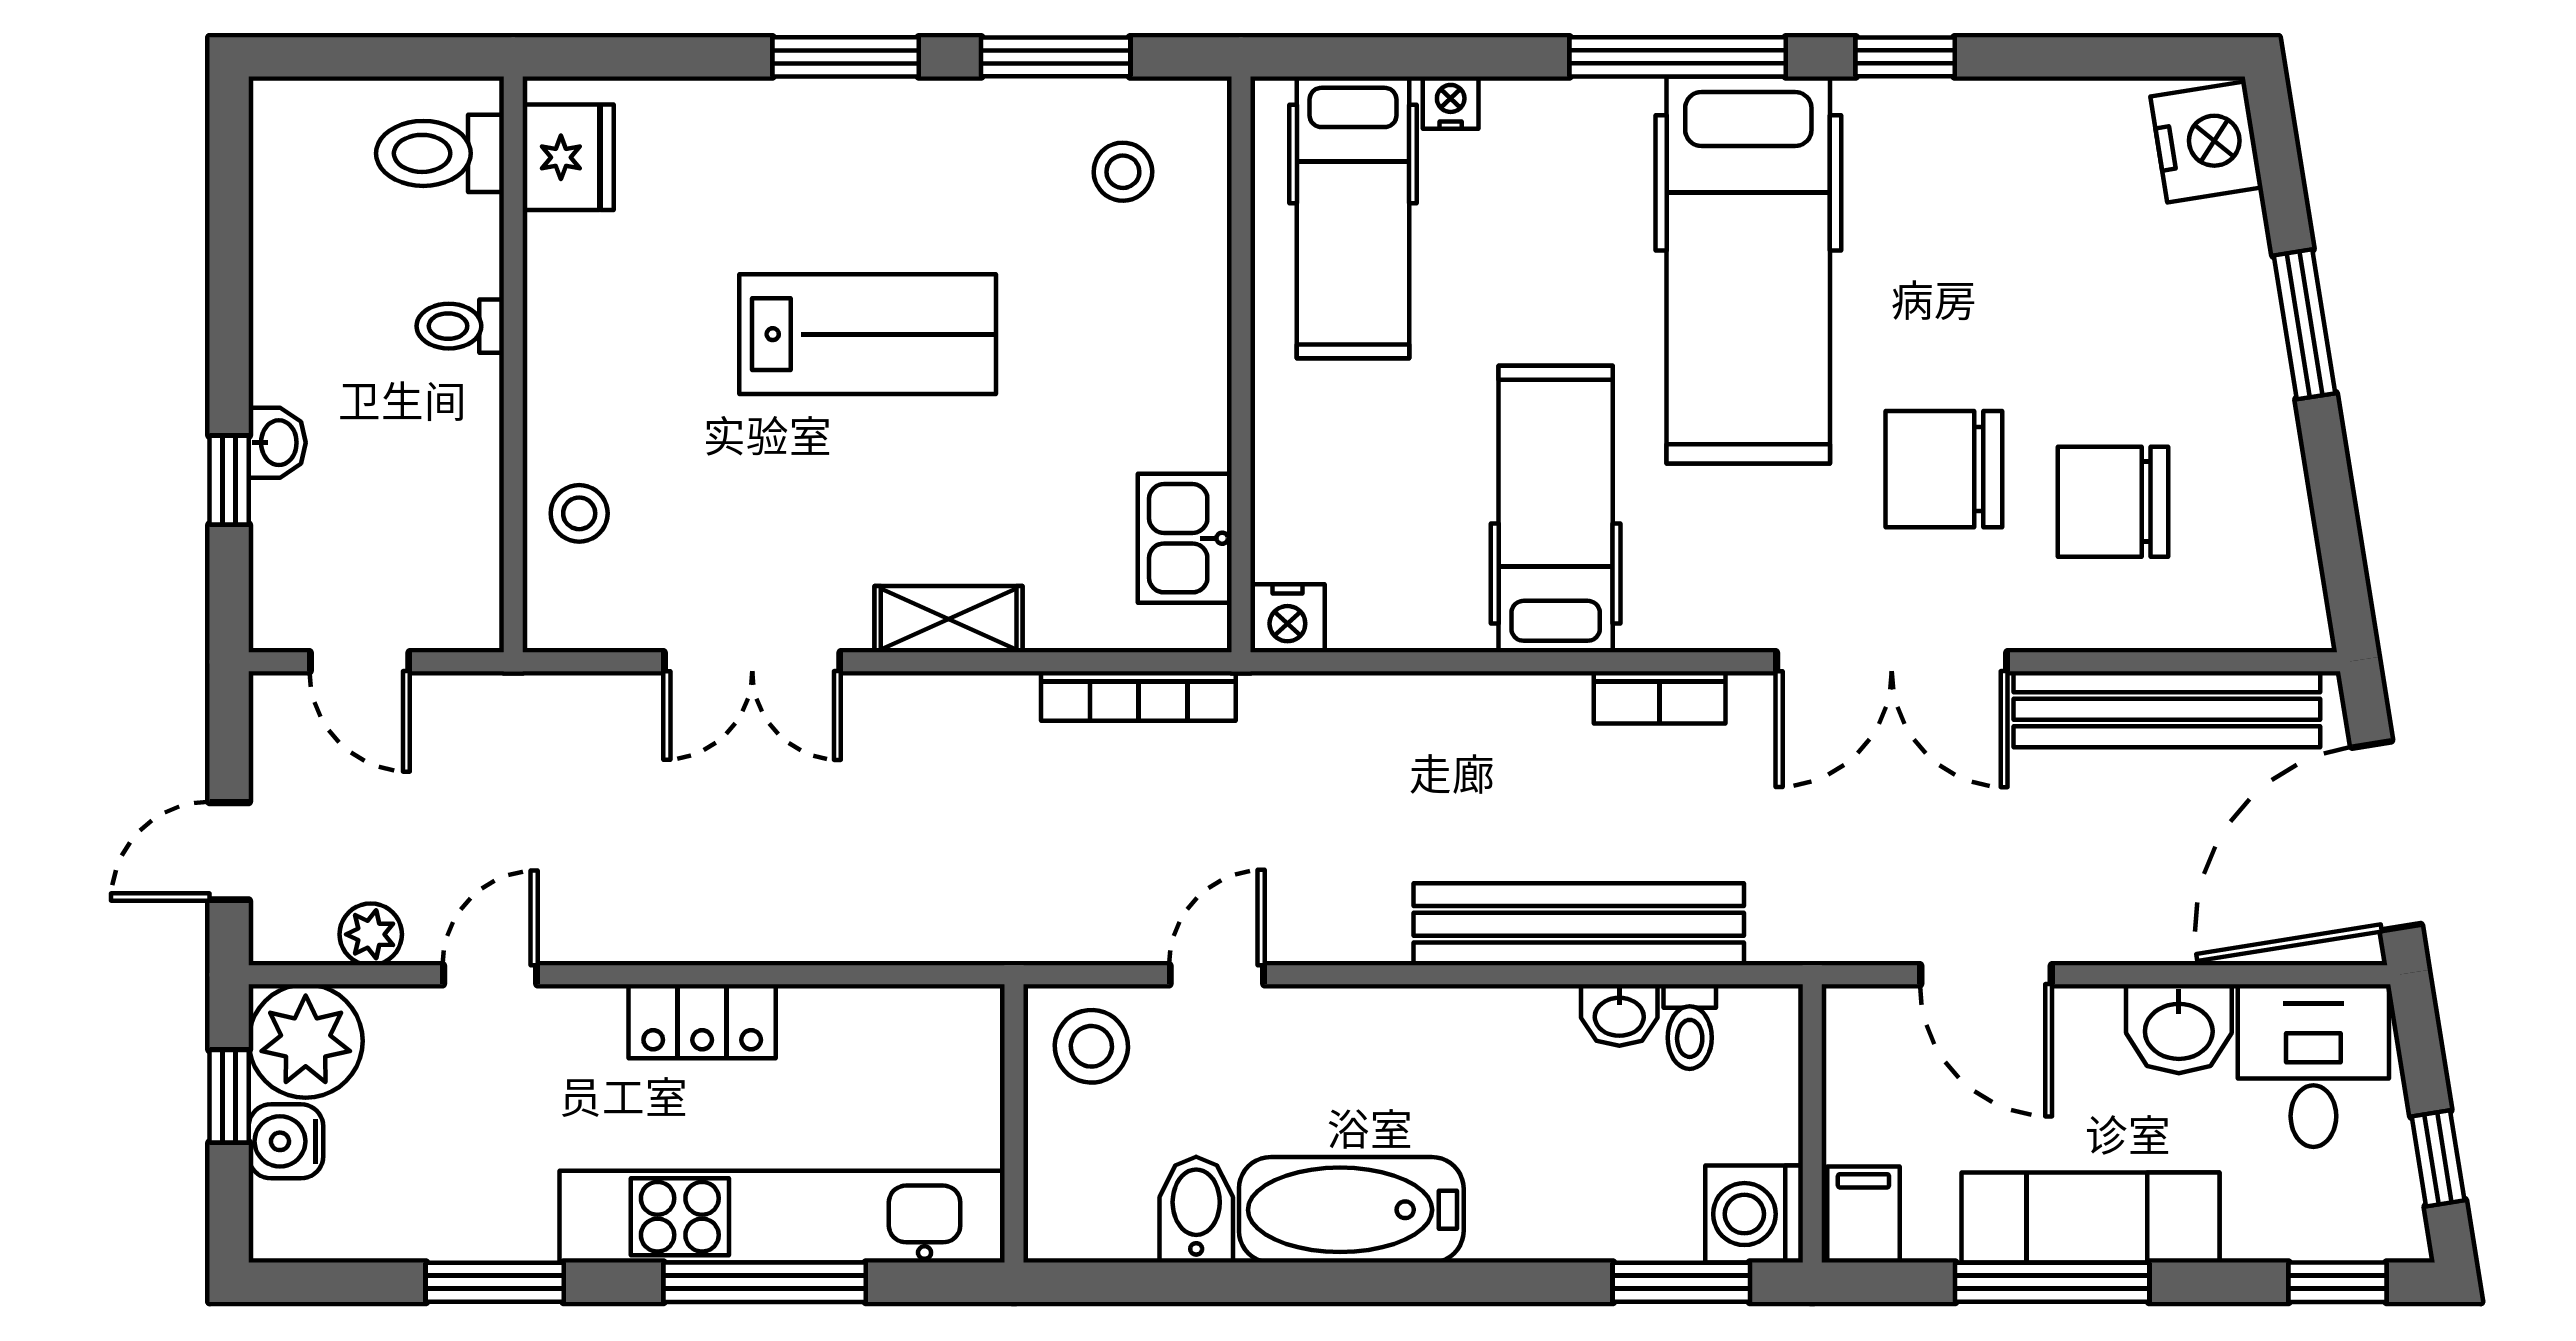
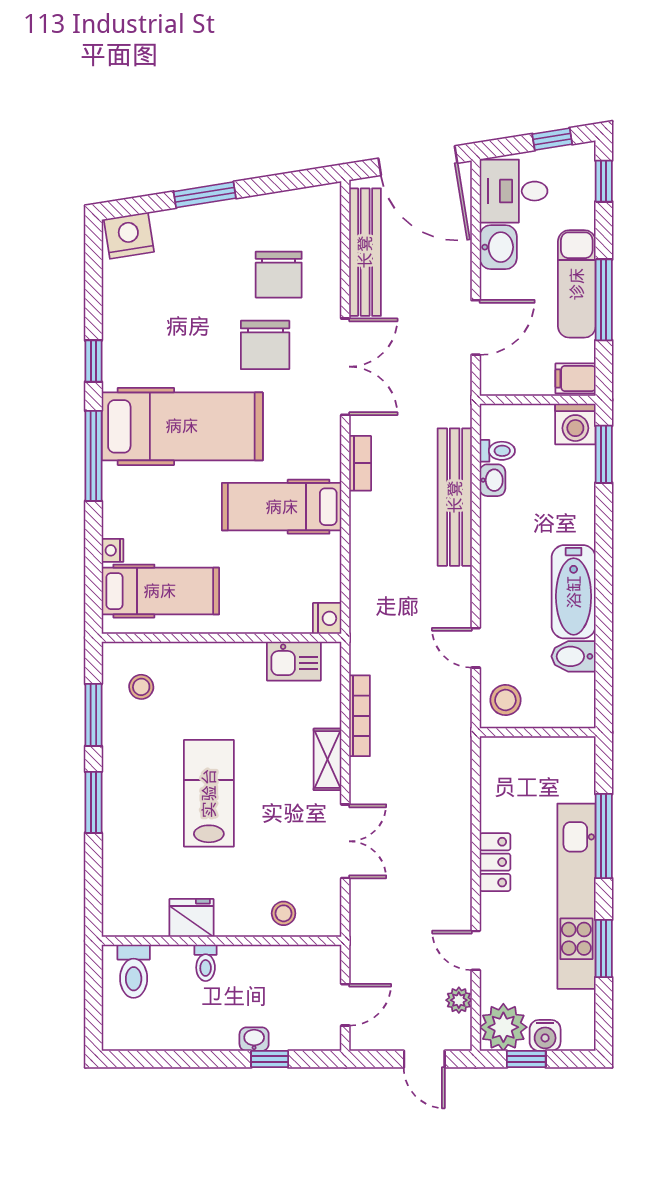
fridge: (568, 157) -> (192, 918), moved
bookcase: (1138, 696) -> (360, 716), moved
kitchen unit: (782, 1217) -> (576, 896), moved

